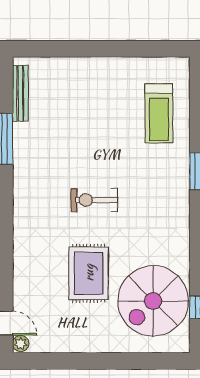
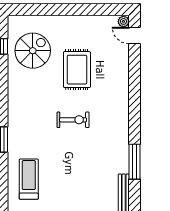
spiral stairs: (153, 301) -> (33, 51), width x0.73, depth x0.73

